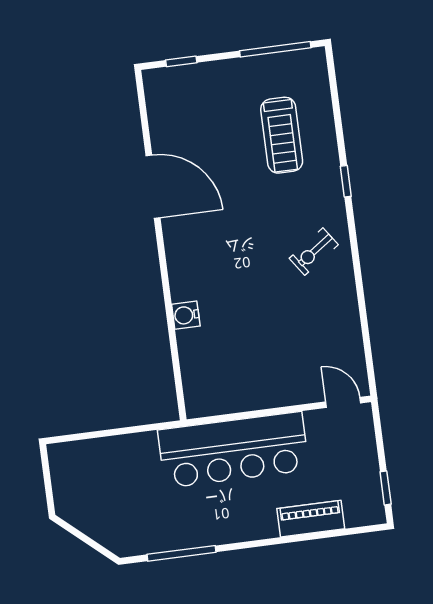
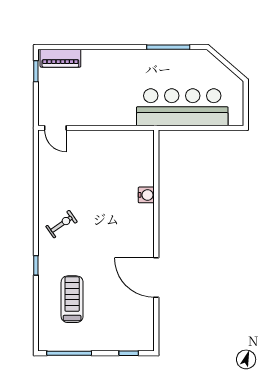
bar counter: (233, 450) -> (182, 107), moved
piano: (311, 519) -> (60, 58), moved

